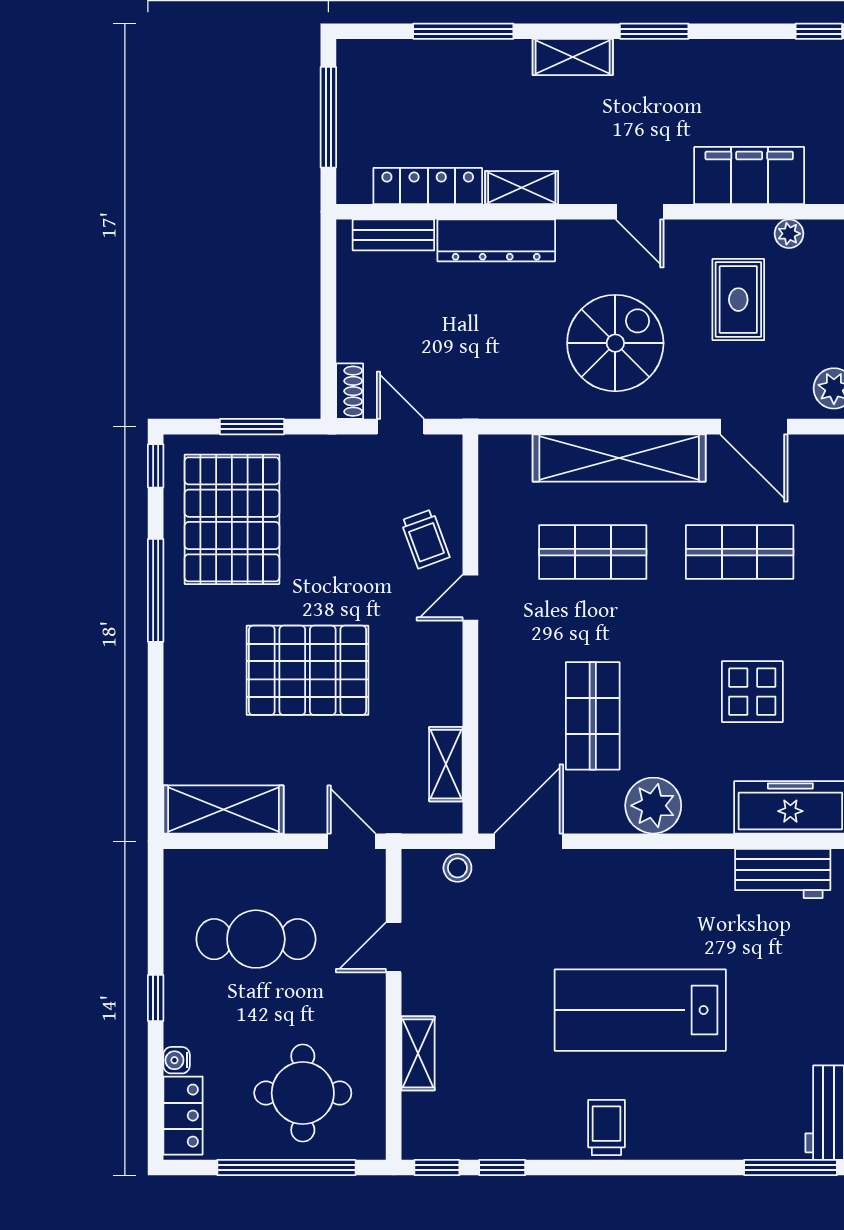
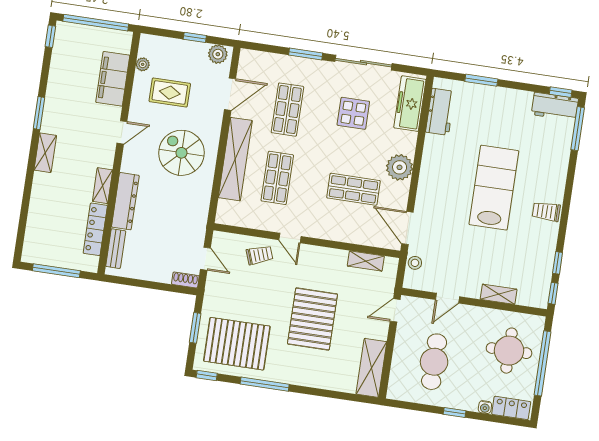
window: (463, 31) -> (26, 202), removed
door: (400, 427) -> (205, 259), swing flipped
door: (394, 947) -> (447, 298), hinge flipped
lab bench: (640, 1010) -> (494, 188), turned 180

